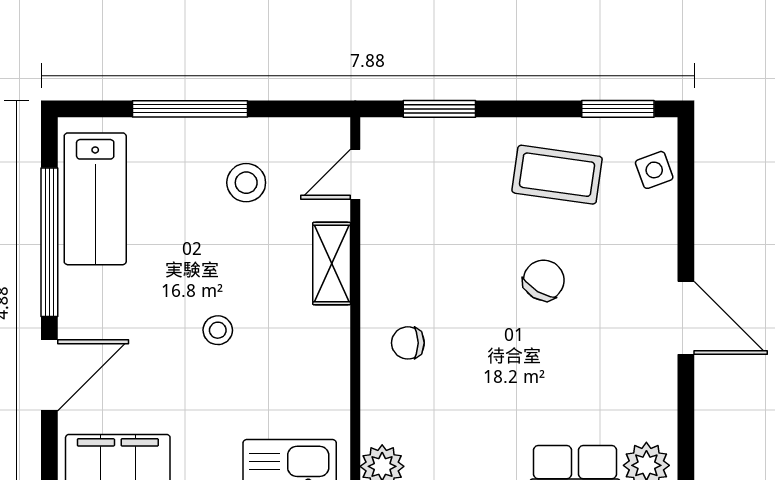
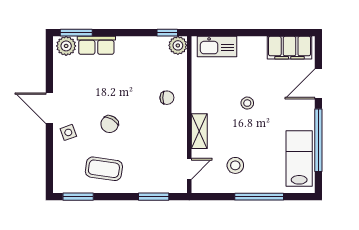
side table: (654, 170) -> (68, 132), moved

